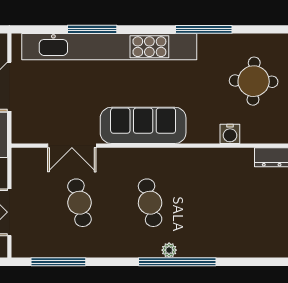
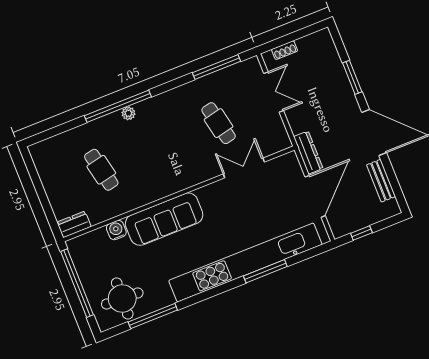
window: (204, 29) -> (153, 316), moved
round table: (254, 81) -> (122, 298), moved
sofa: (143, 125) -> (164, 219), moved
cafe table: (150, 203) -> (101, 170), moved

